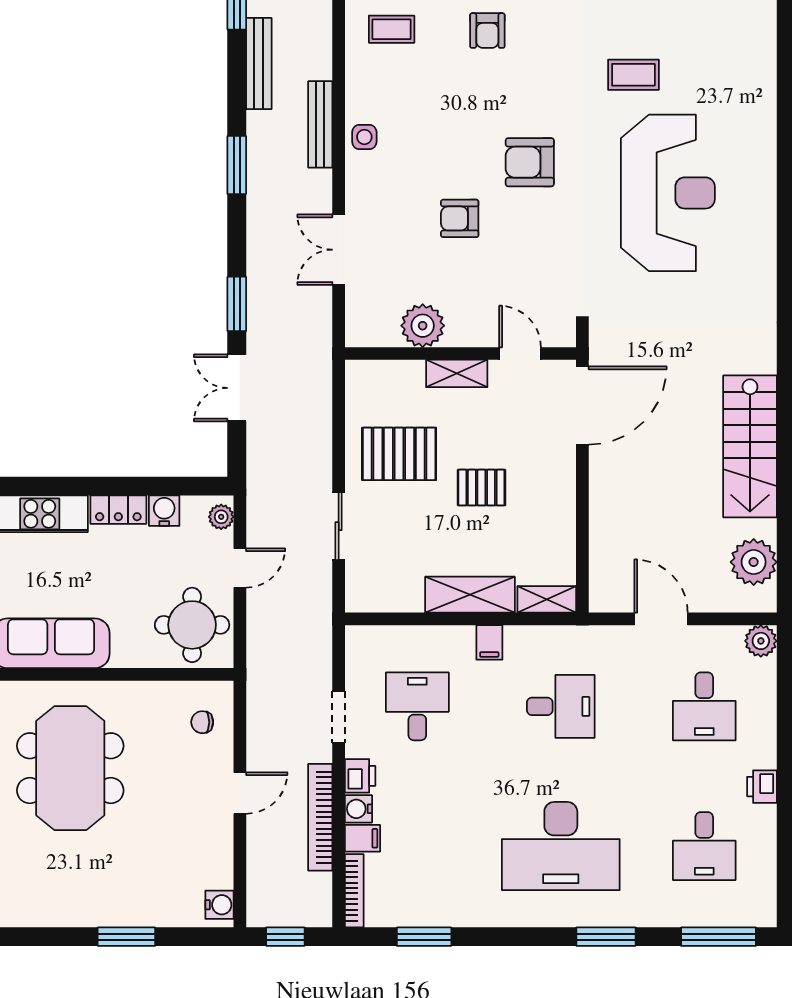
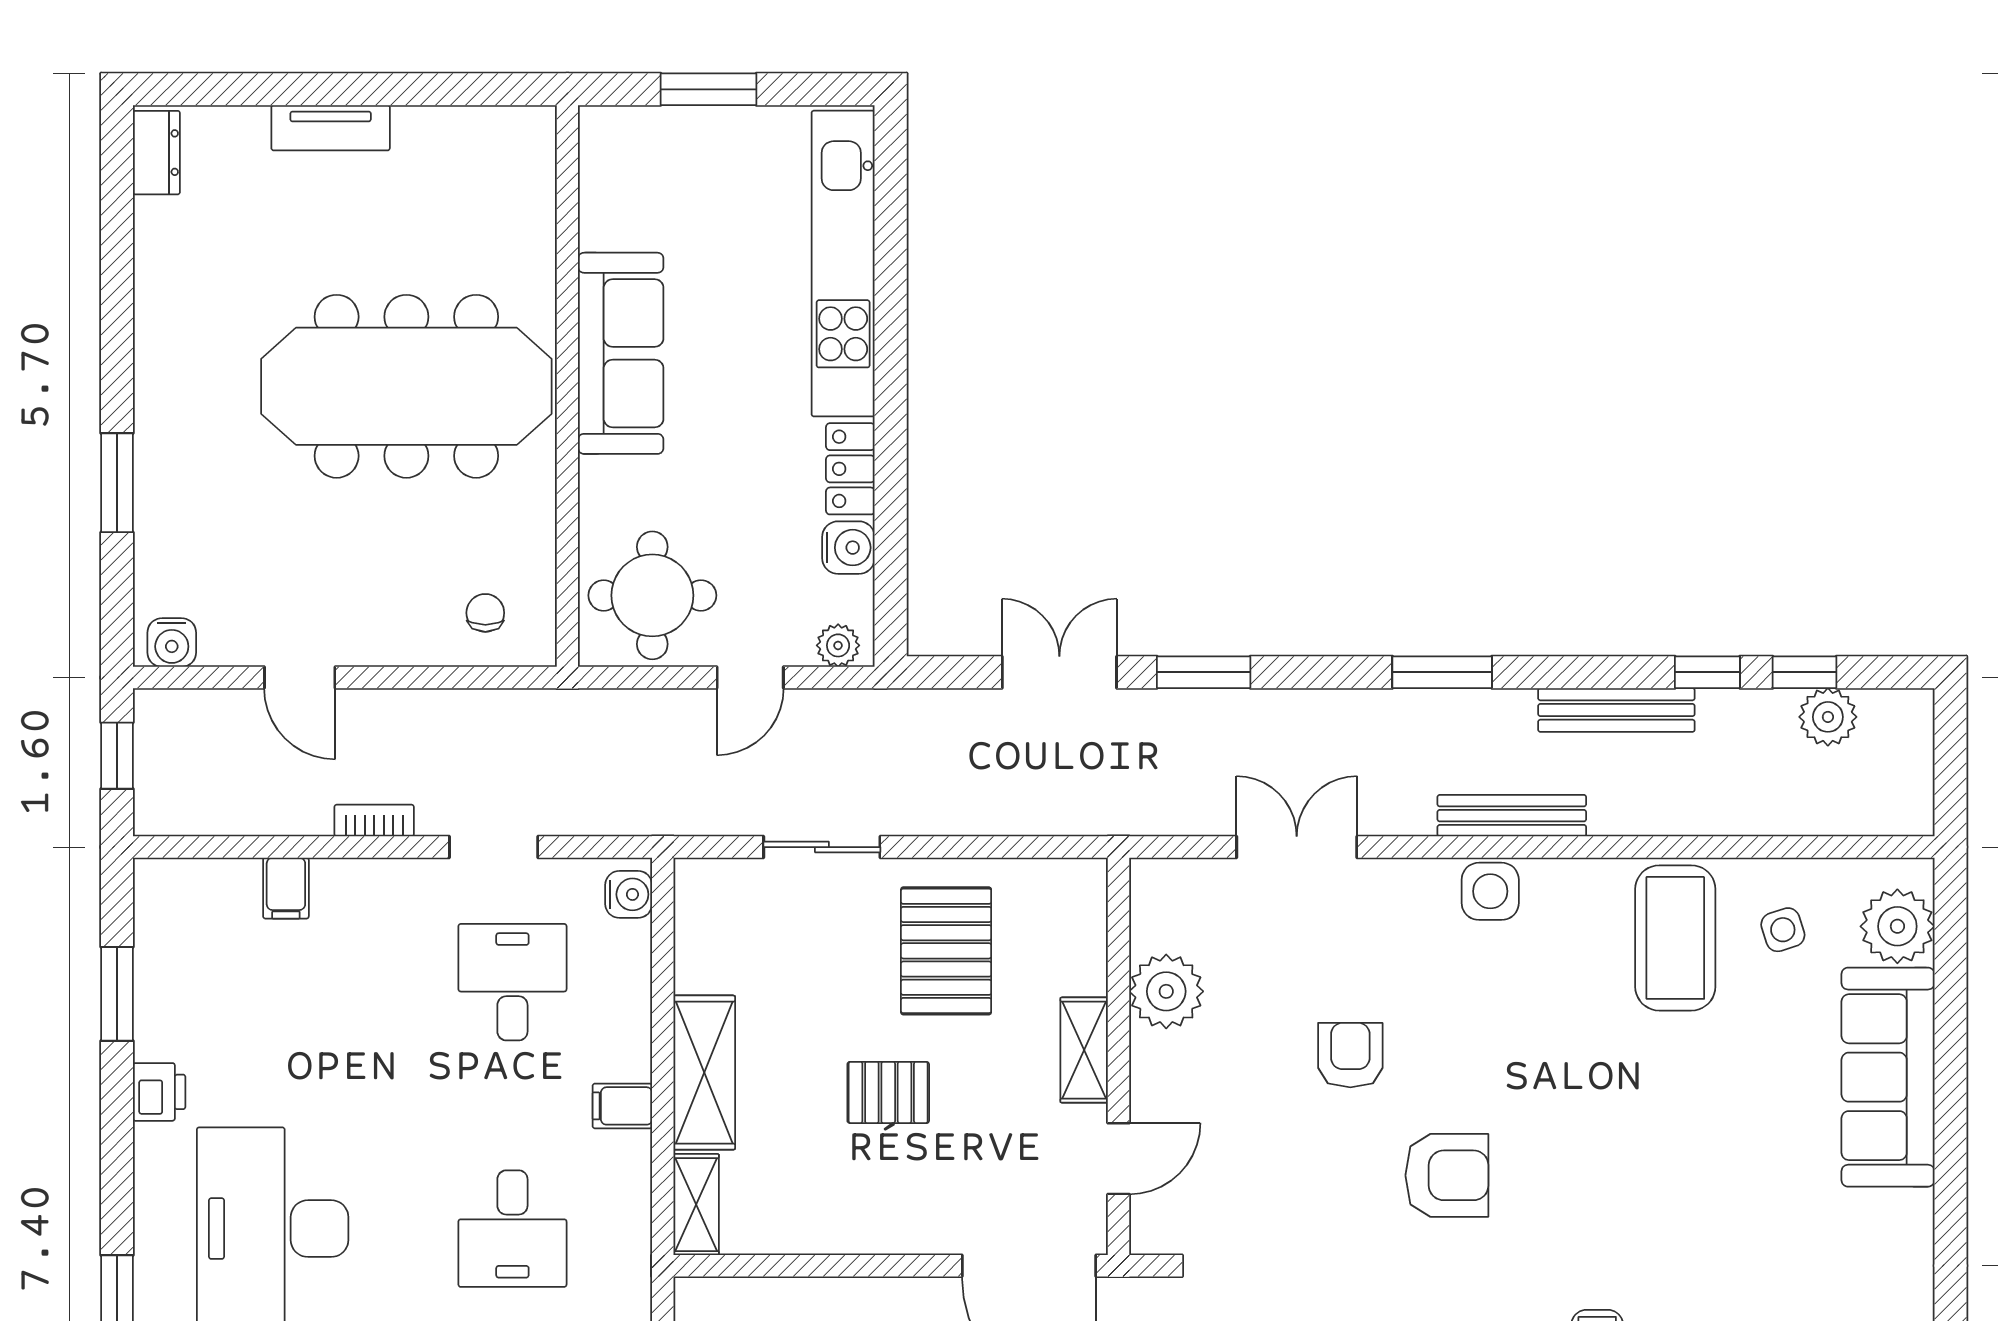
coffee table: (392, 29) -> (1675, 938), width x1.86, depth x1.72
armchair: (487, 31) -> (1673, 1103), removed
side table: (364, 137) -> (1490, 891), width x1.37, depth x1.37
armchair: (530, 162) -> (1447, 1175), turned 90
pallet: (481, 488) -> (888, 1092), turned 90
door: (240, 568) -> (750, 677), hinge flipped
desk: (417, 706) -> (512, 982), turned -90
meeting table: (70, 768) -> (406, 386), width x1.36
printer: (360, 776) -> (159, 1092), moved, turned -90
door: (240, 793) -> (300, 677), moved
water cooler: (358, 809) -> (629, 894), moved, turned 90
bookcase: (320, 817) -> (374, 821), width x0.43, depth x0.76
bookcase: (354, 891) -> (196, 874), removed

